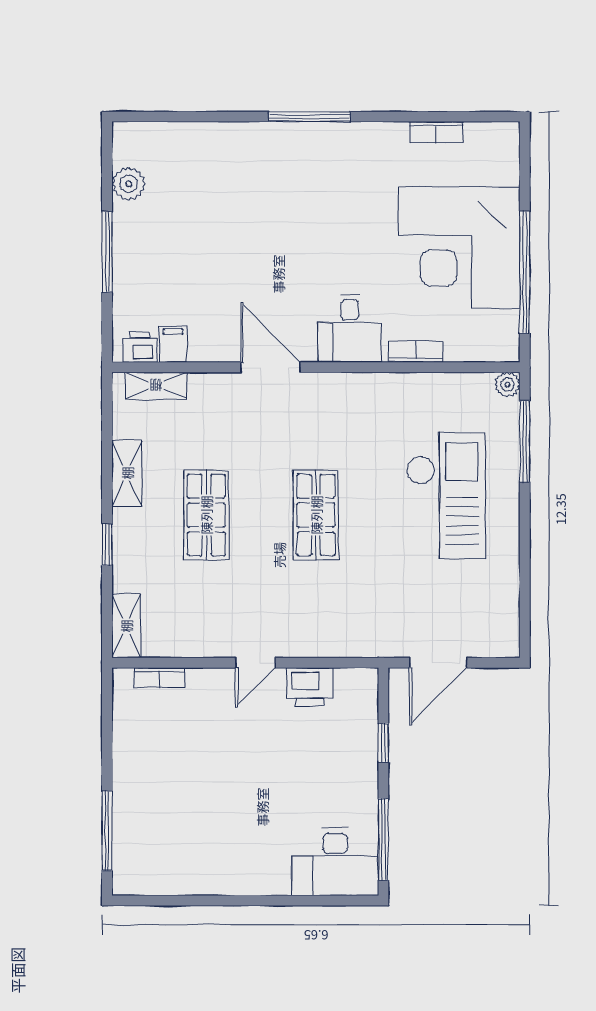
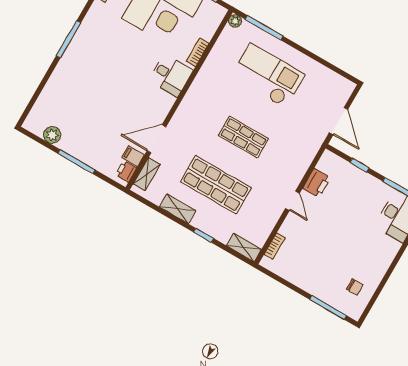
door: (270, 367) -> (157, 139), moved
shop shelf: (206, 515) -> (216, 185), width x1.43, depth x1.36
chair: (169, 856) -> (355, 287), added

